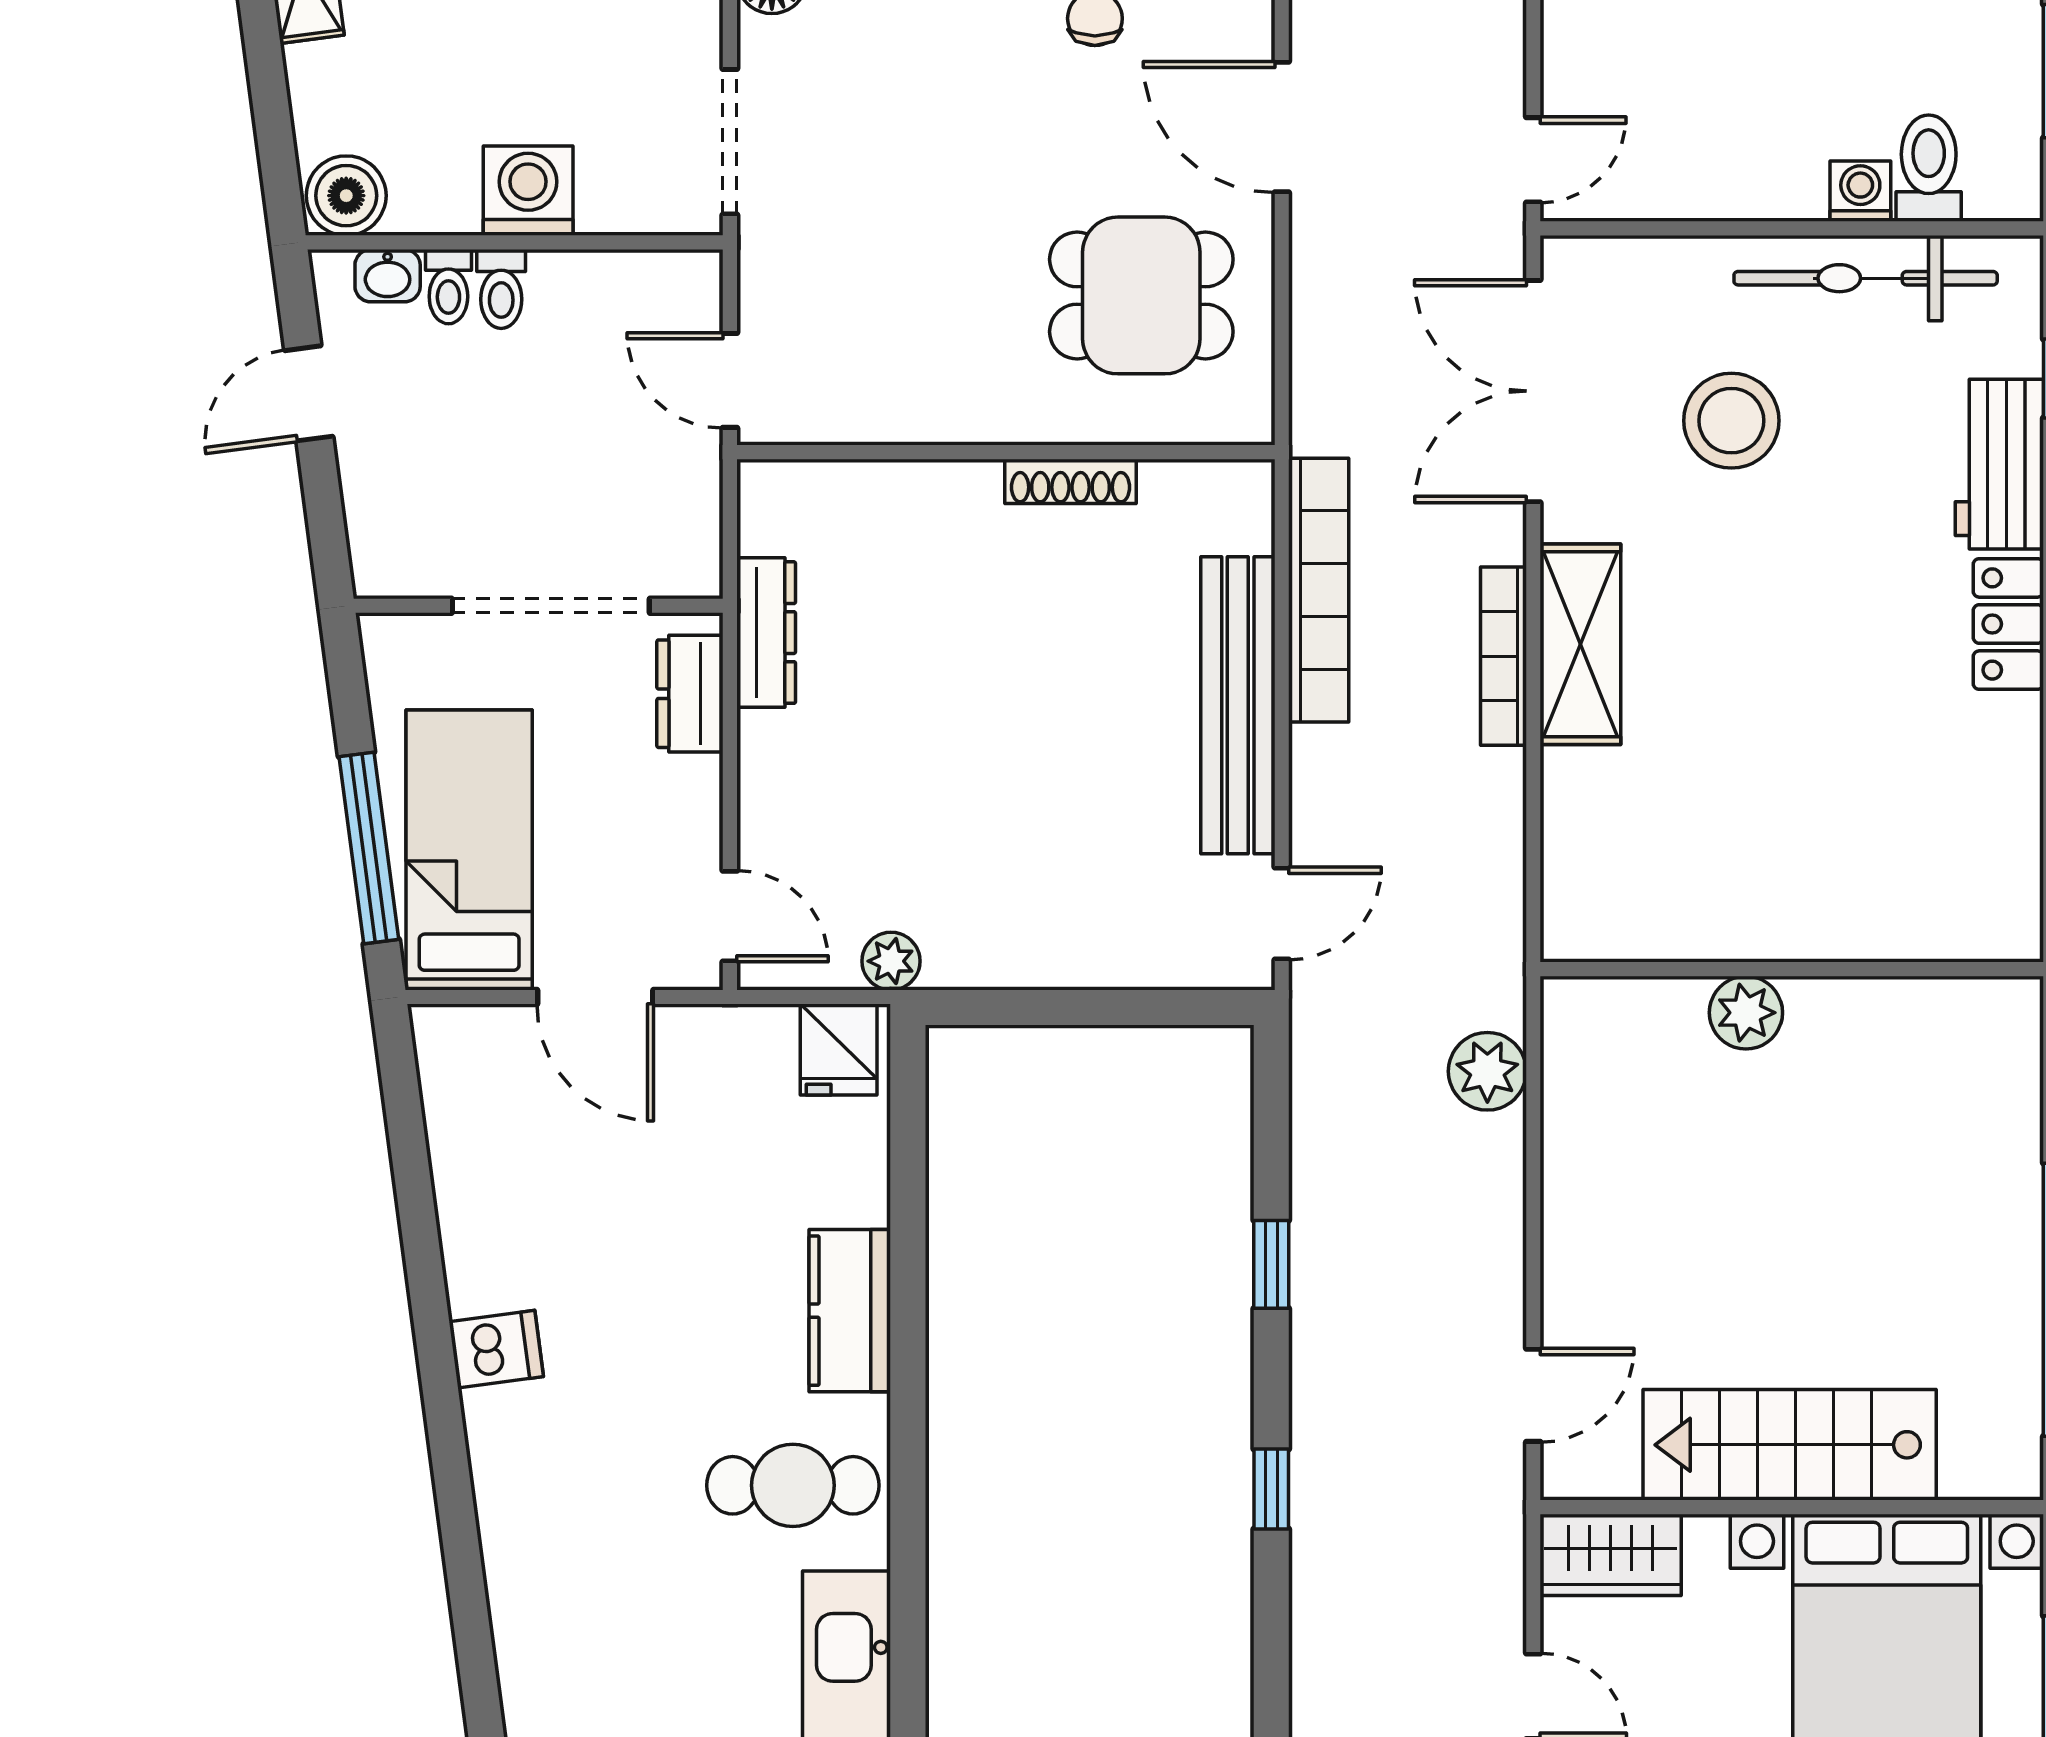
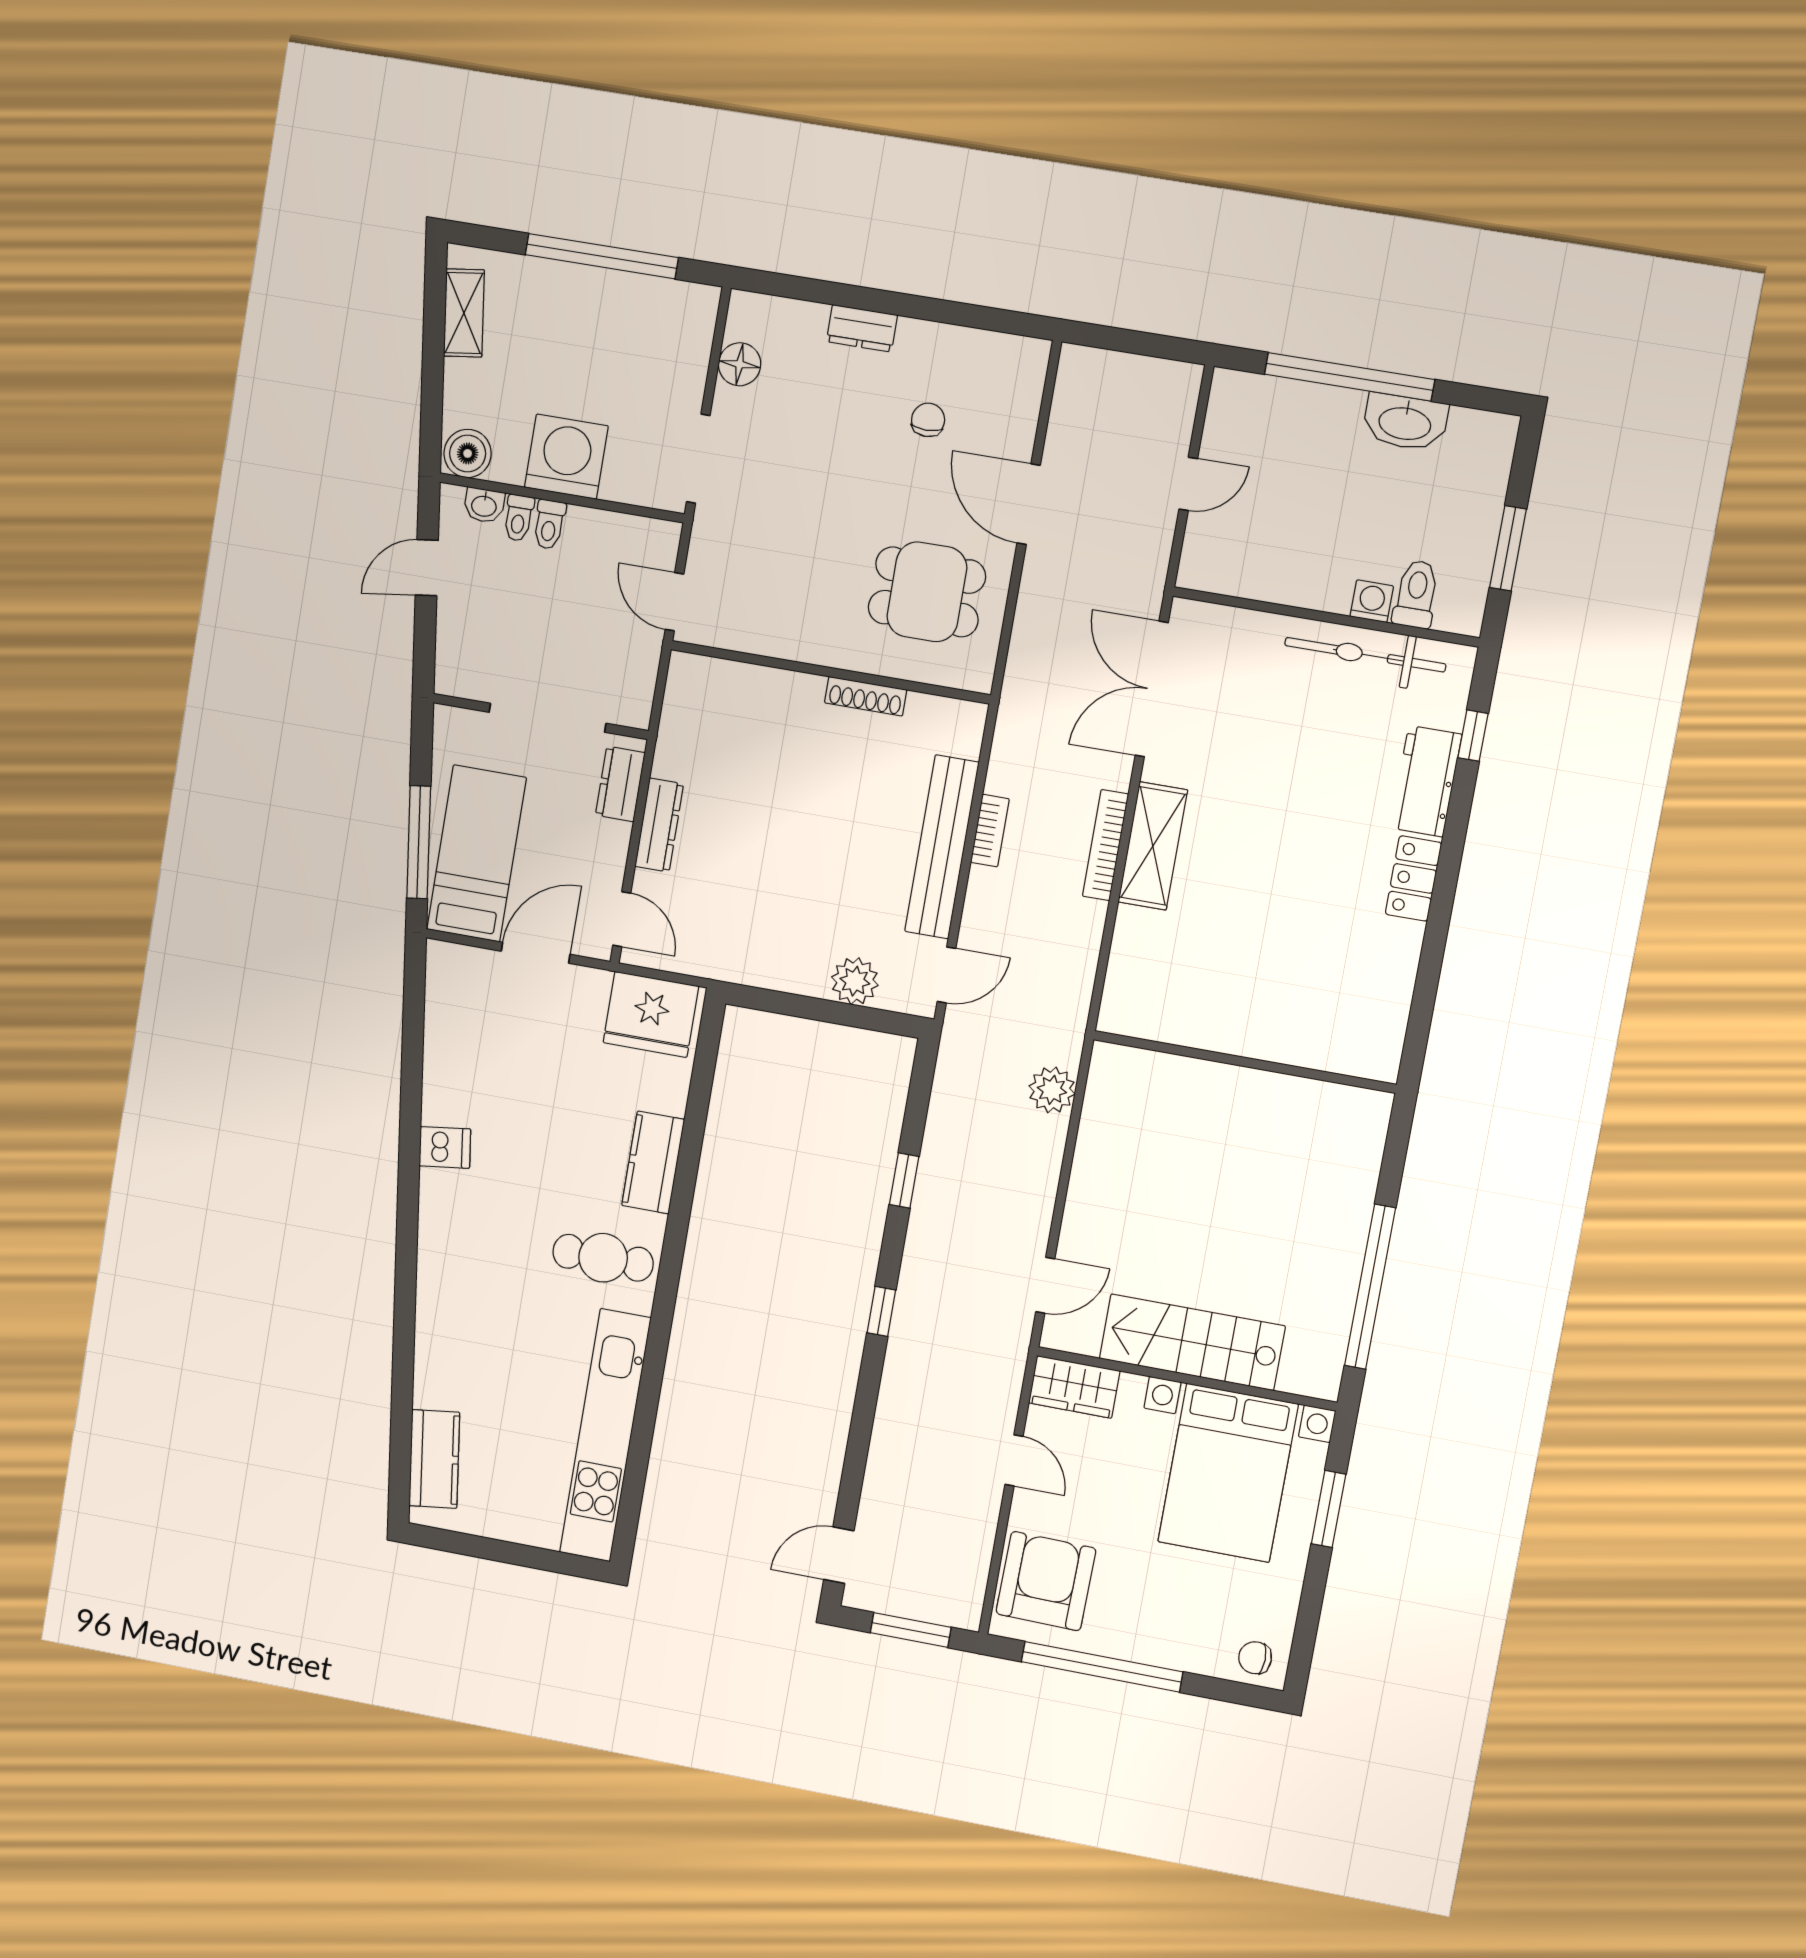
door: (1533, 160) -> (1188, 484), moved
washing machine: (528, 191) -> (566, 457), width x1.37, depth x1.37
stool: (1731, 421) -> (1268, 727), removed
bookcase: (1319, 590) -> (990, 831), width x0.43, depth x0.76
dresser: (766, 633) -> (659, 825), moved
plant: (891, 961) -> (855, 981), moved, width x1.38, depth x1.38
door: (595, 997) -> (536, 953), swing flipped
plant: (1746, 1013) -> (1212, 1083), removed
fridge: (839, 1050) -> (651, 1014), width x1.88, depth x1.34

